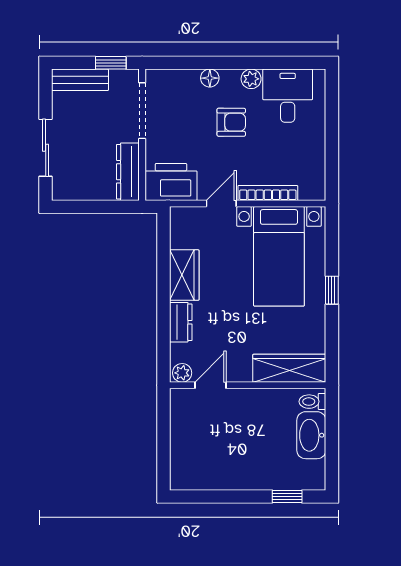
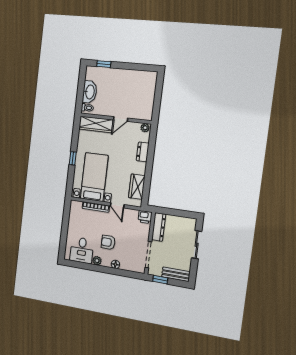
printer: (171, 182) -> (145, 217), width x0.53, depth x0.68
door: (221, 204) -> (117, 205), hinge flipped
wardrobe: (184, 275) -> (137, 187), moved
door: (211, 385) -> (120, 119), moved

